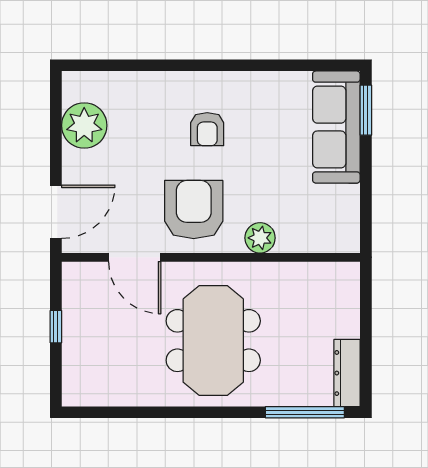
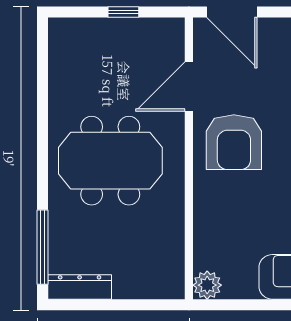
armchair: (194, 210) -> (234, 142), turned 90
plant: (260, 238) -> (207, 285), moved

